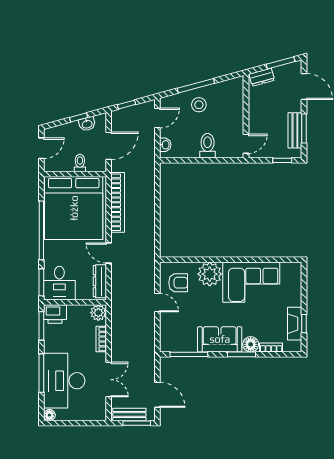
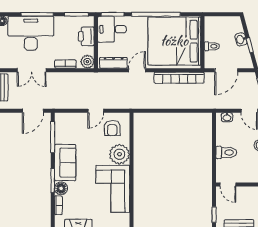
washbasin: (87, 124) -> (241, 39), moved
door: (109, 146) -> (226, 70), hinge flipped
door: (41, 148) -> (224, 14), removed
printer: (55, 314) -> (86, 36), moved
door: (157, 395) -> (33, 111), moved

